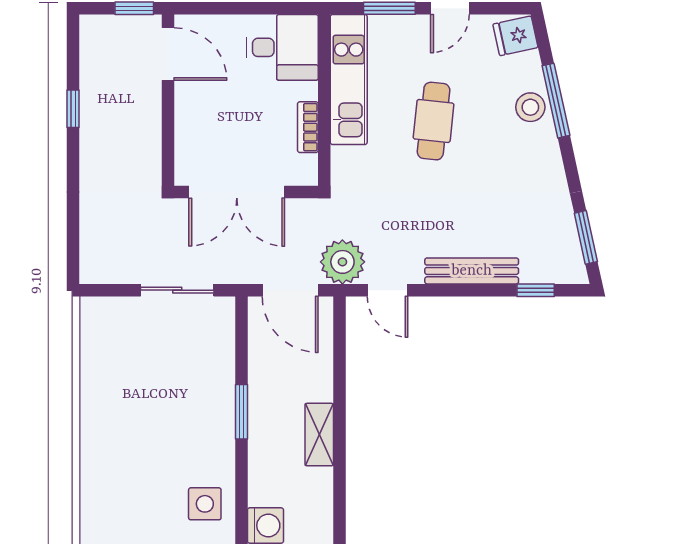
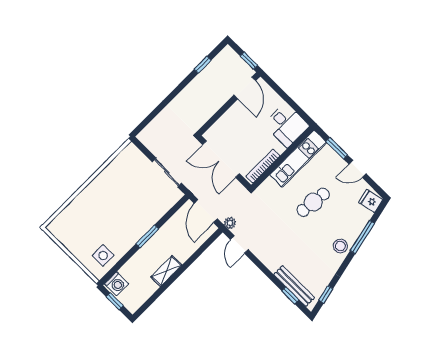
stool: (530, 107) -> (340, 246), moved
window: (73, 109) -> (203, 65), moved
bookcase: (308, 127) -> (263, 166), width x1.56
window: (586, 237) -> (326, 295), width x0.67
plant: (342, 262) -> (230, 223), width x0.53, depth x0.53
bench: (472, 271) -> (294, 286), moved

